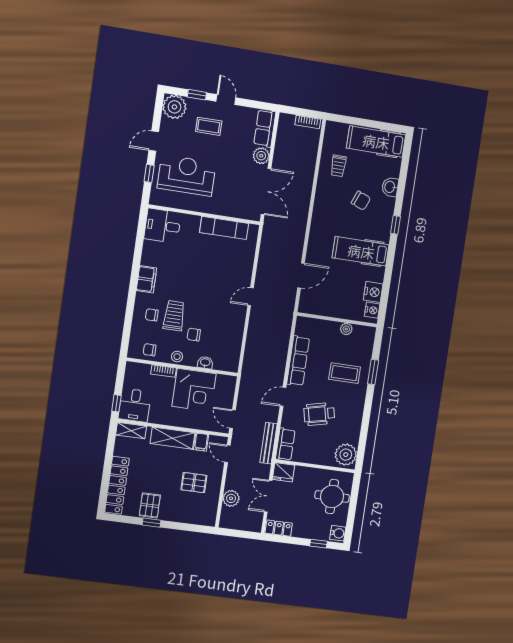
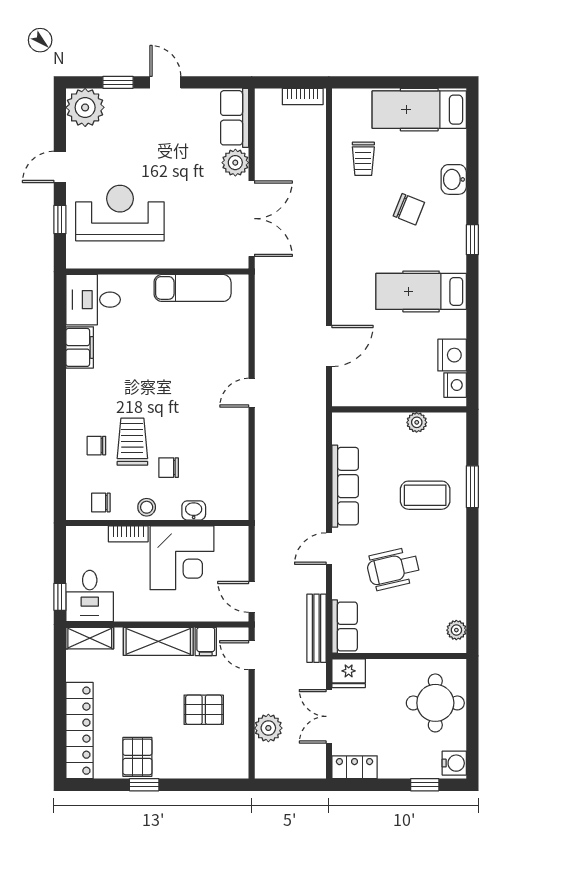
coffee table: (209, 126) -> (144, 129), removed
filing cabinet: (146, 279) -> (80, 347), moved
plant: (346, 455) -> (456, 630), width x0.53, depth x0.53

